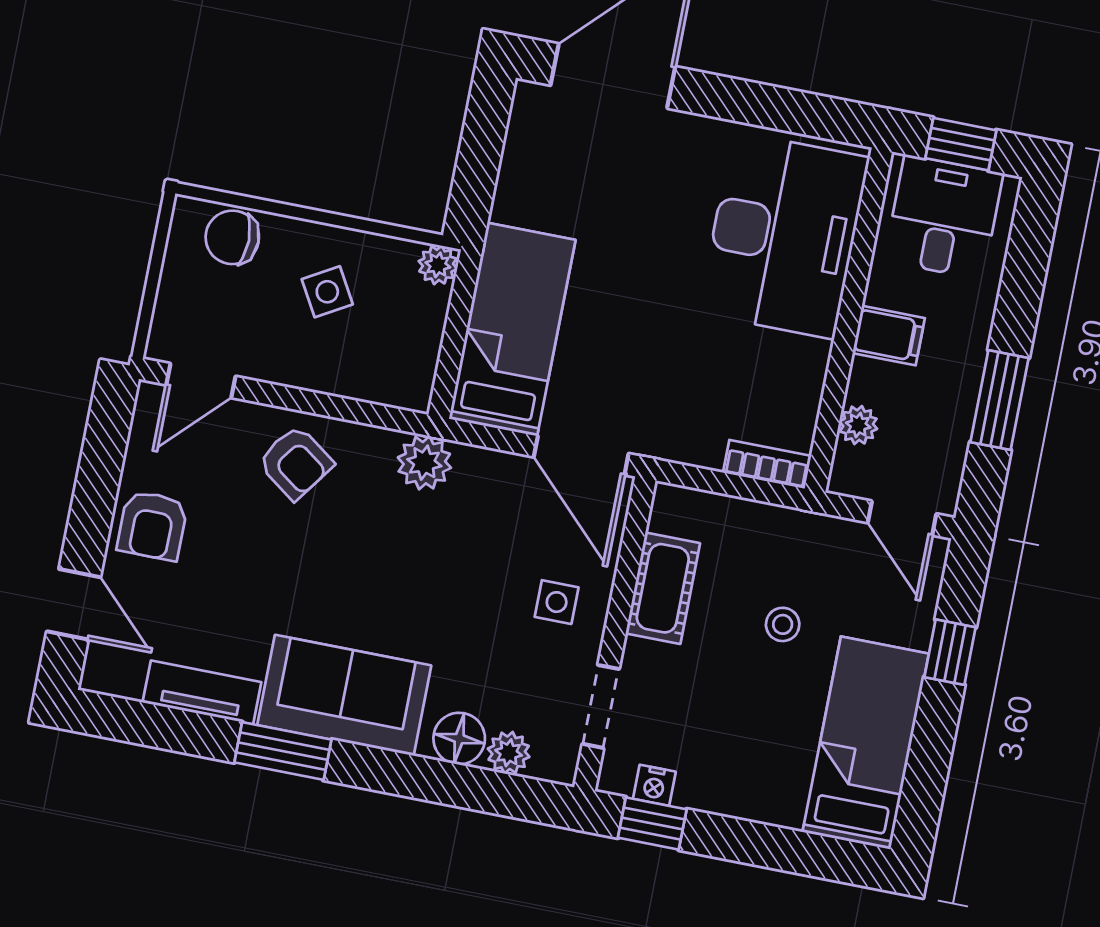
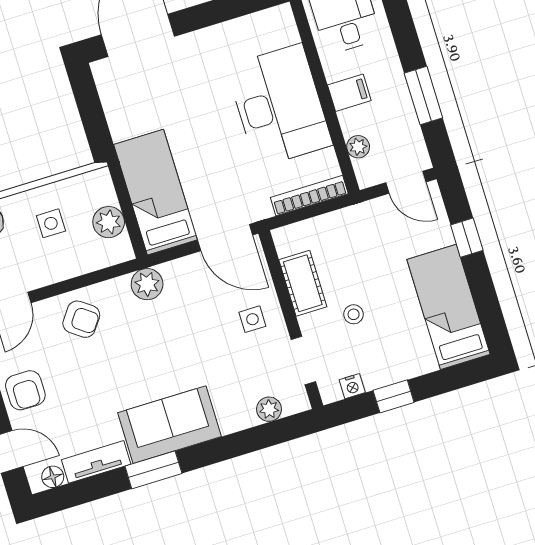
desk: (784, 235) -> (279, 106), moved
plant: (438, 265) -> (109, 222), moved, width x1.38, depth x1.38
side table: (327, 292) -> (51, 223), turned 30
bookcase: (767, 464) -> (309, 196), width x1.56
stool: (783, 624) -> (354, 314), moved
floor lamp: (459, 739) -> (53, 477), moved, width x0.73, depth x0.73
window: (652, 824) -> (394, 396), moved

